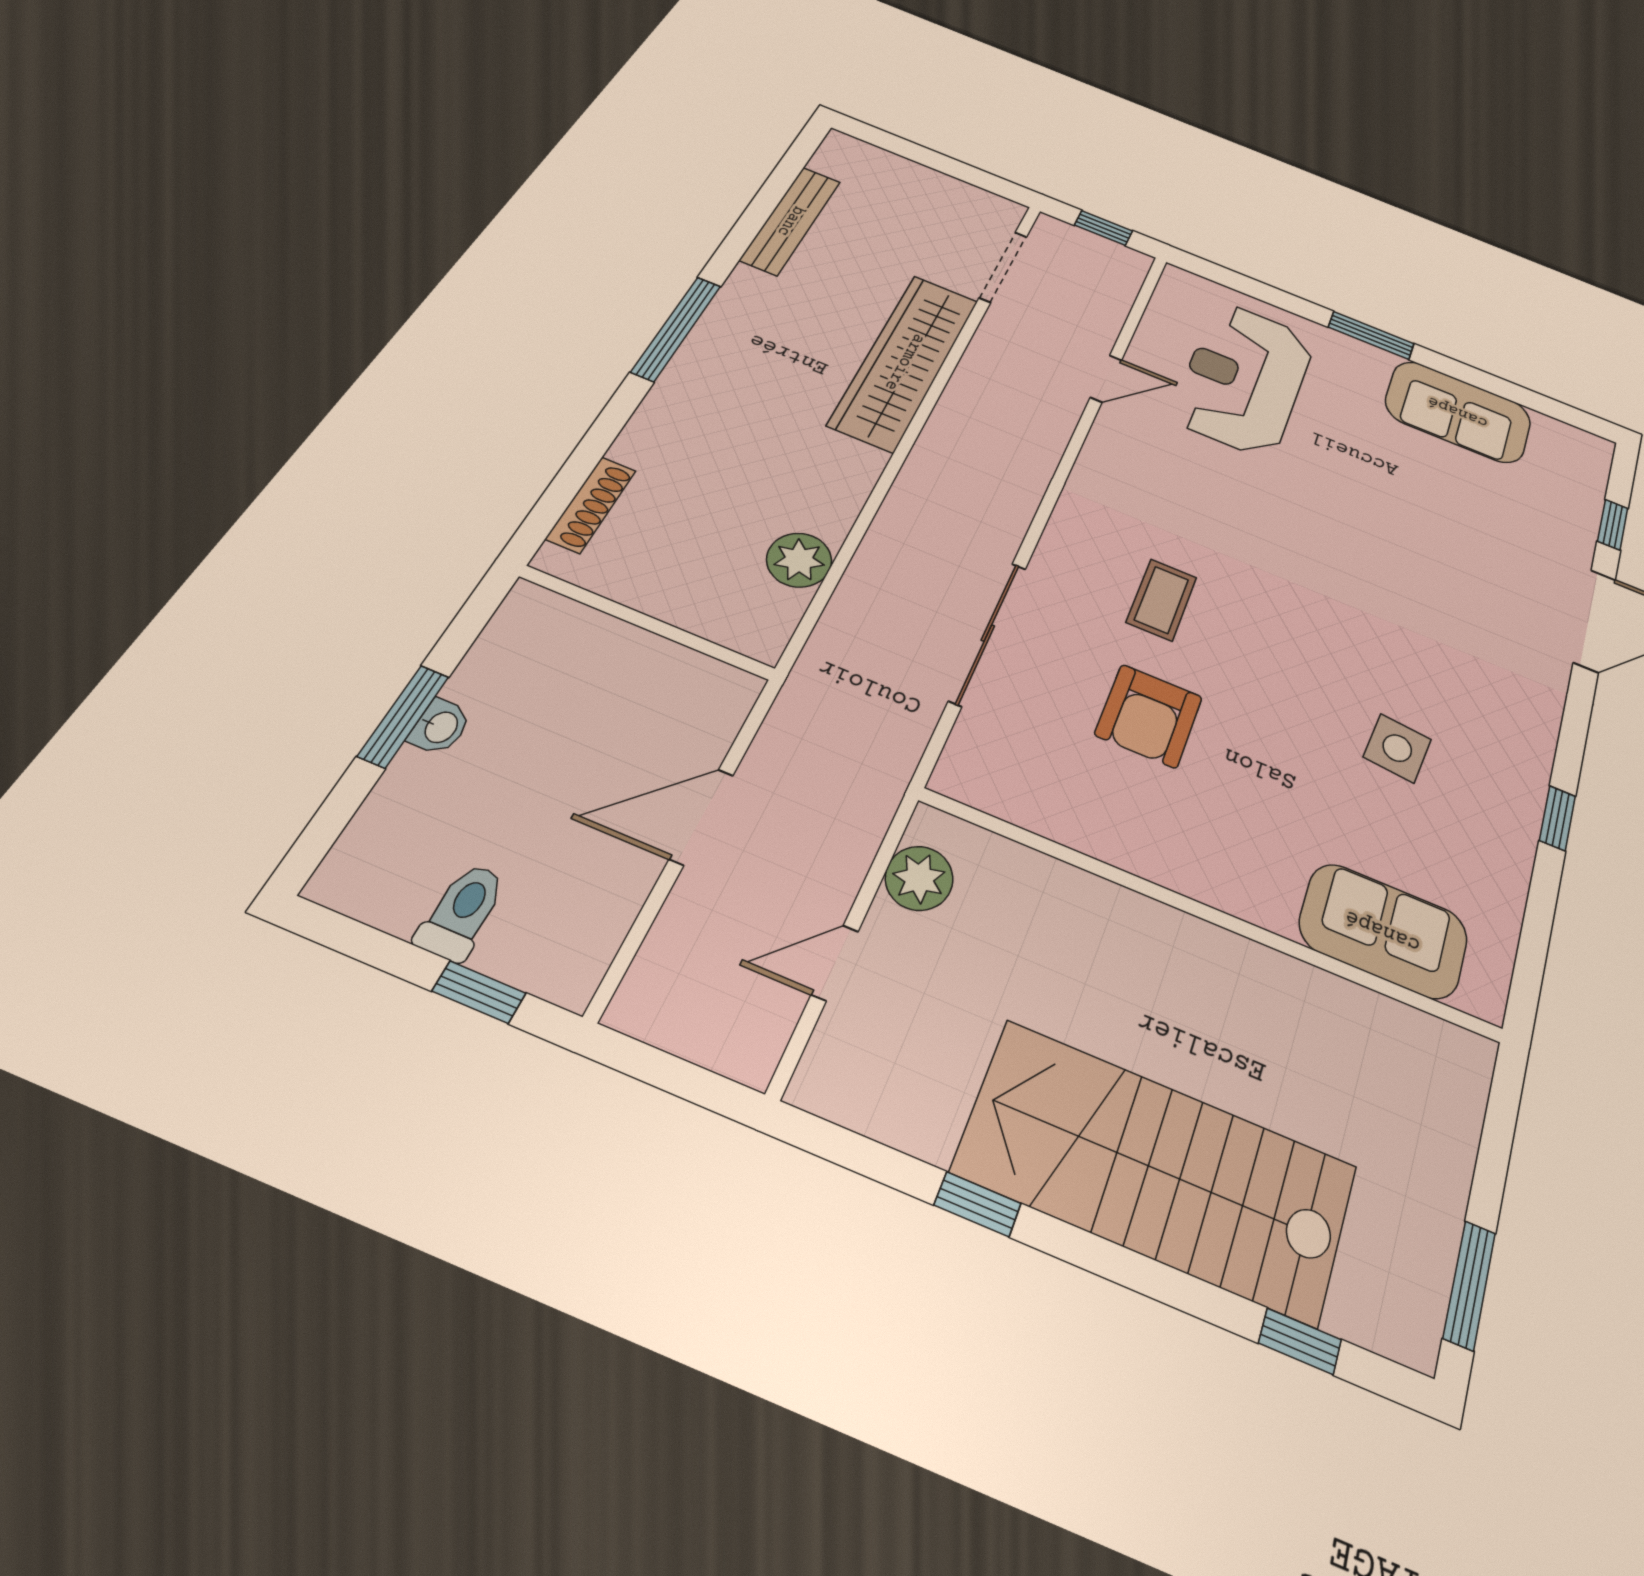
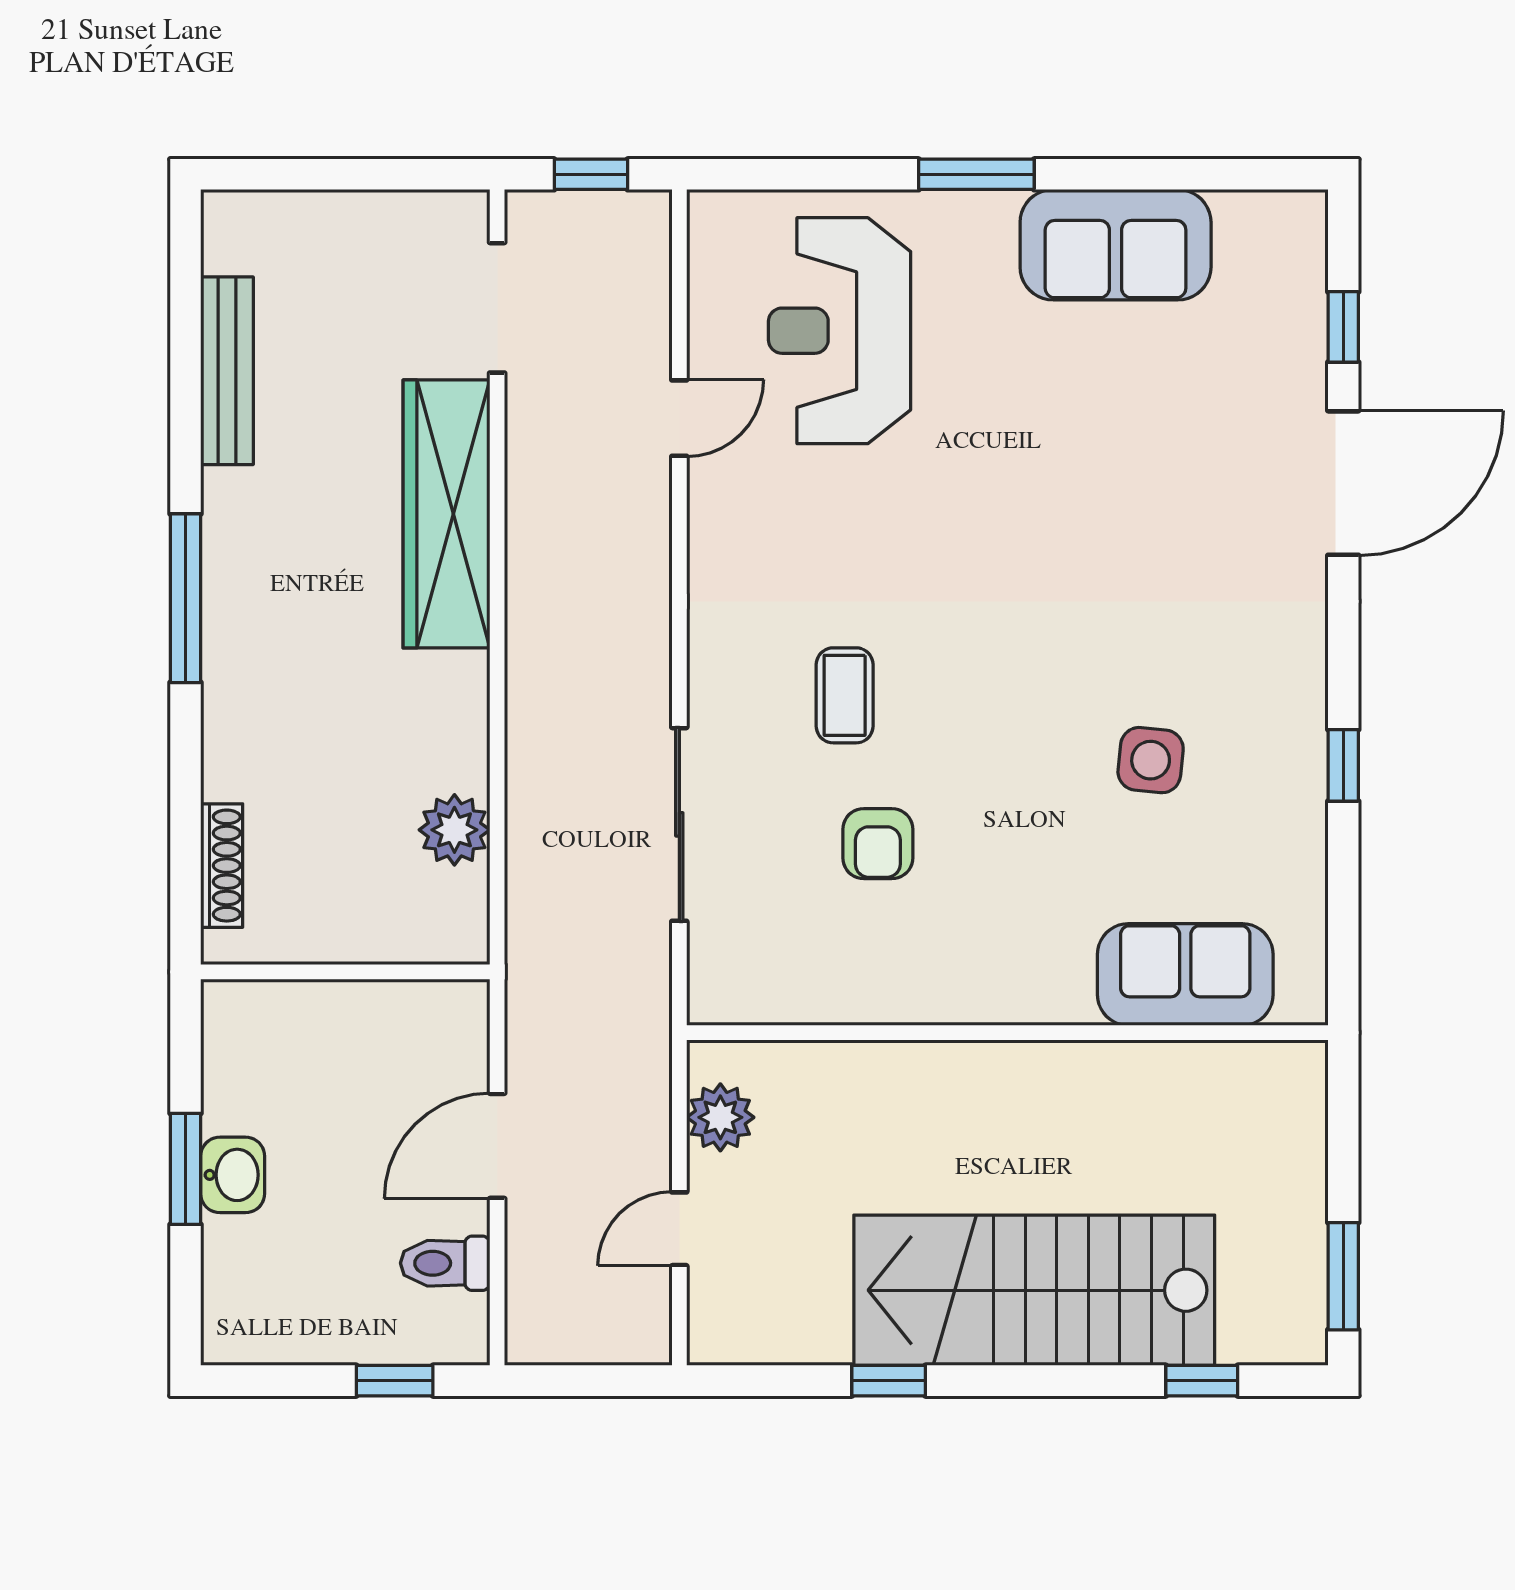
armchair: (1149, 716) -> (878, 844), width x0.72, depth x0.72
washbasin: (440, 727) -> (233, 1175), width x1.38, depth x1.45
toilet: (462, 912) -> (445, 1263), moved, turned -90

